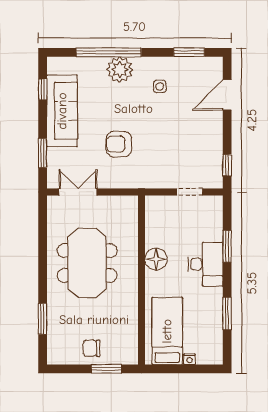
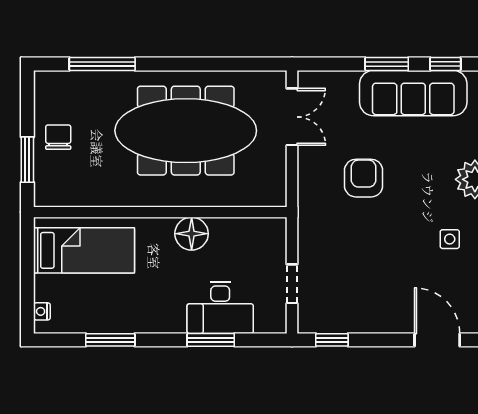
window: (43, 153) -> (387, 64), moved
meeting table: (87, 263) -> (186, 131), width x1.36
desk: (206, 264) -> (220, 308), moved
window: (43, 319) -> (102, 64), width x1.44
nightstand: (190, 359) -> (42, 311), moved

